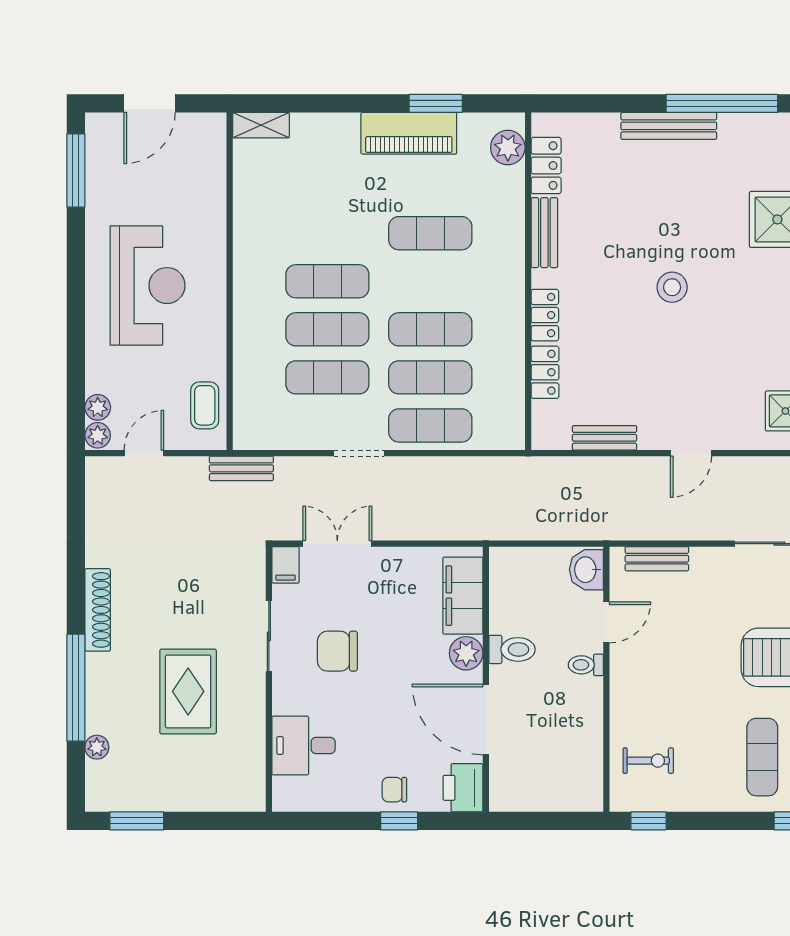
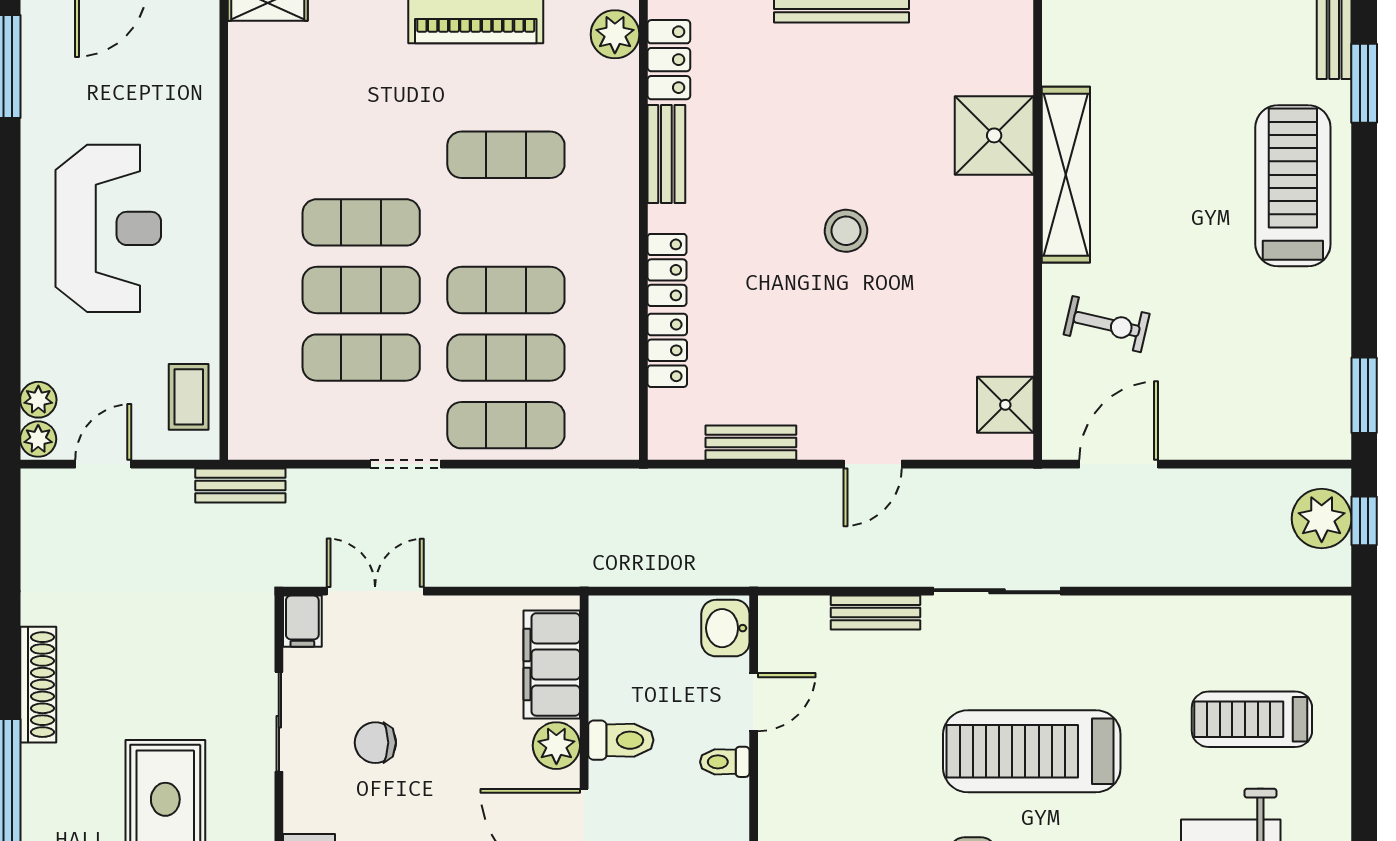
bench: (657, 559) -> (875, 613), moved
chair: (337, 651) -> (375, 743), width x0.73, depth x0.73

